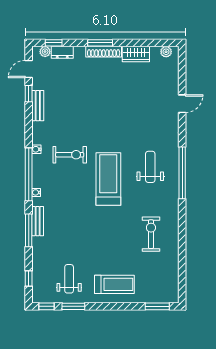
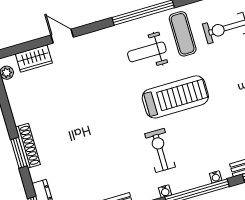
wardrobe: (136, 54) -> (34, 59), moved, turned 90
treadmill: (108, 179) -> (175, 97), turned 180
exercise mat: (156, 199) -> (183, 34), added

